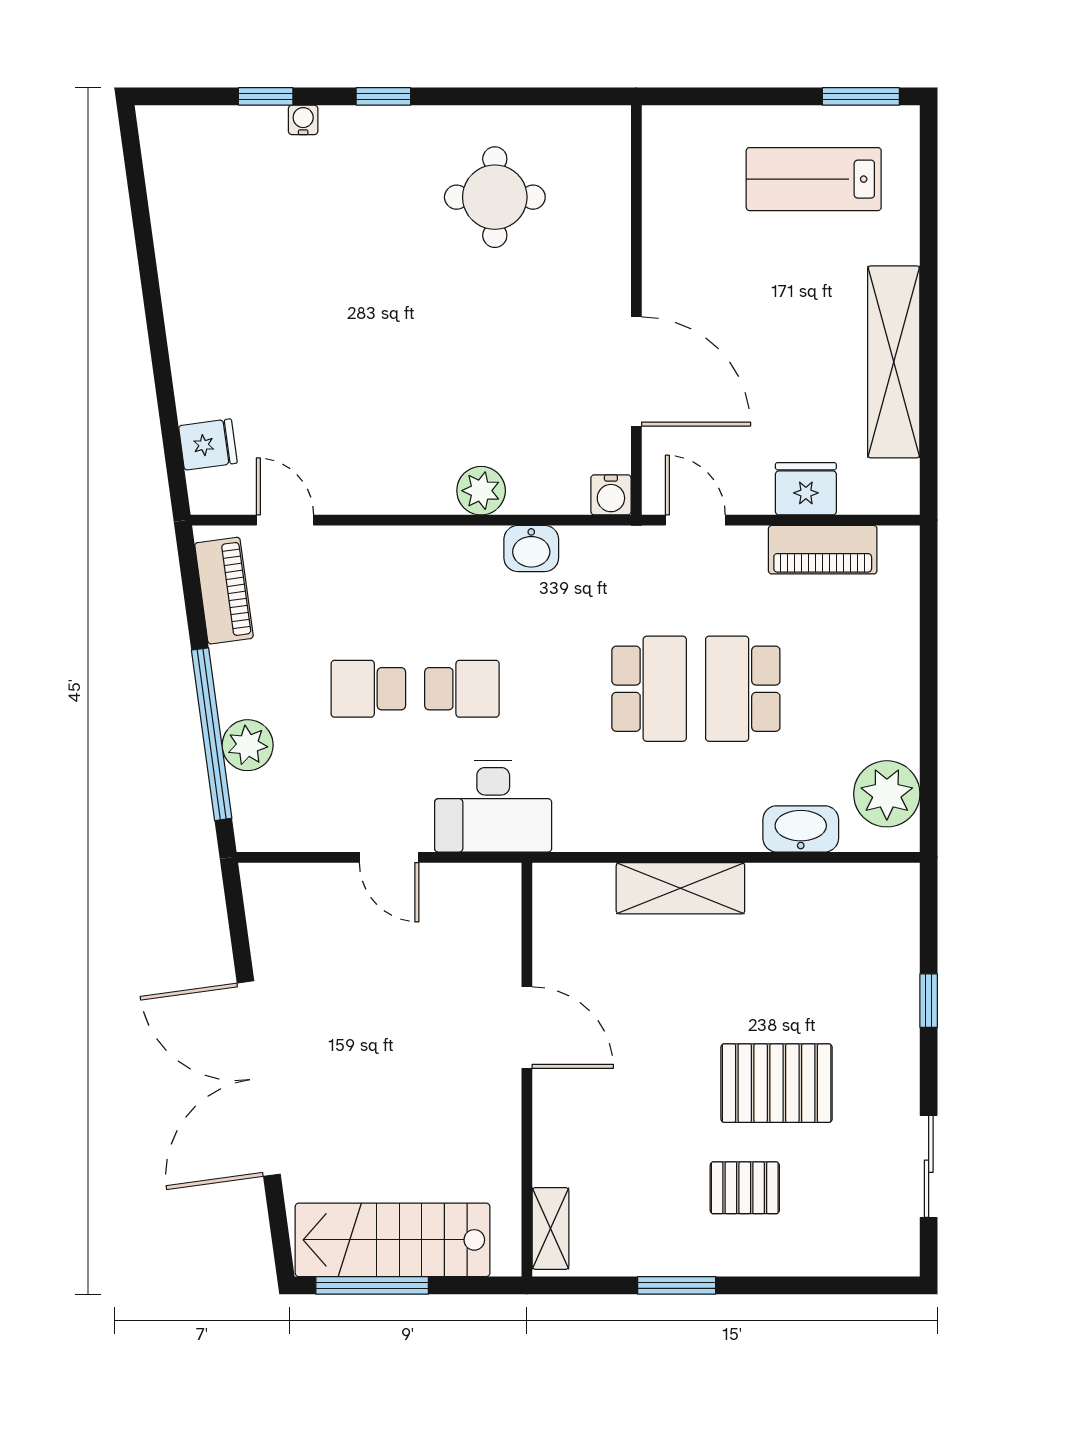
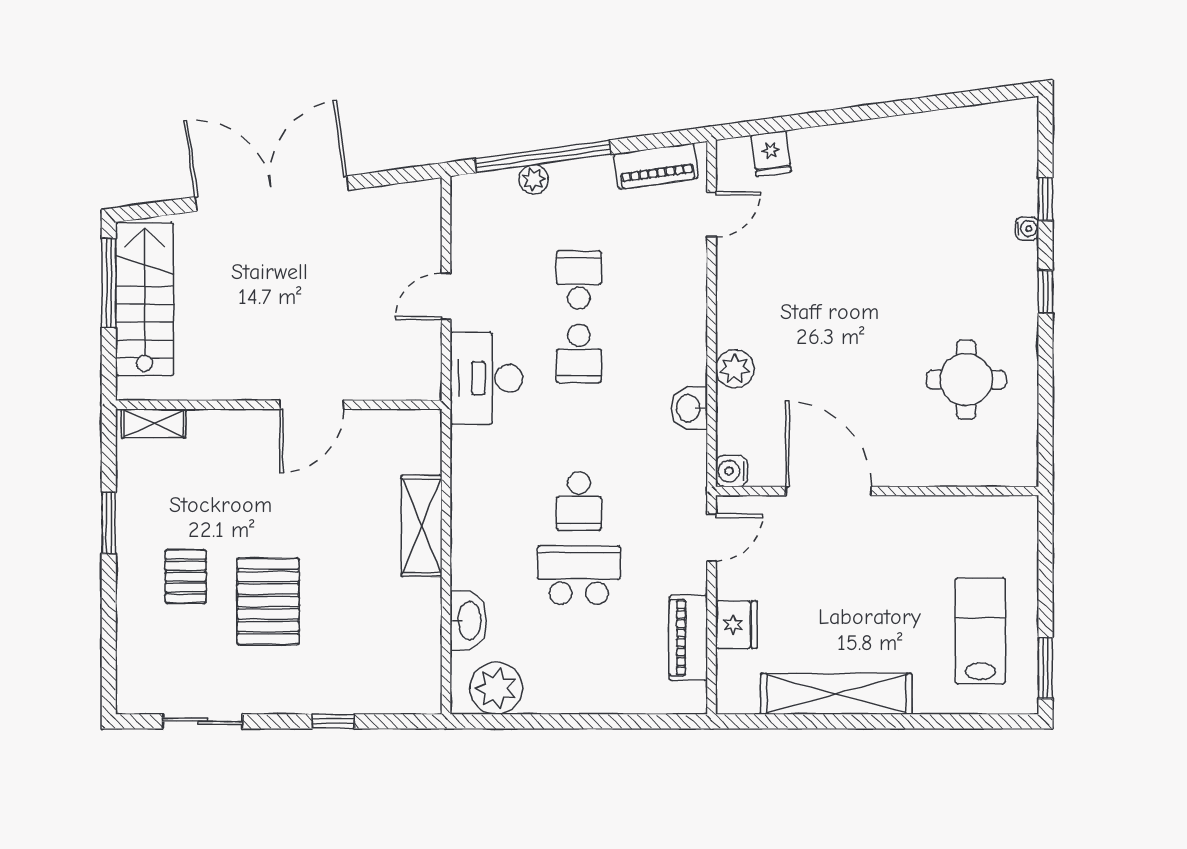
door: (636, 372) -> (829, 491), swing flipped
school desk: (649, 689) -> (579, 501), width x0.54
plant: (248, 745) -> (534, 179), width x0.73, depth x0.73

